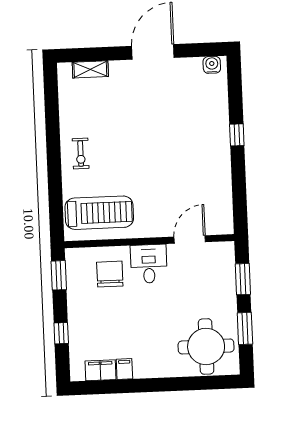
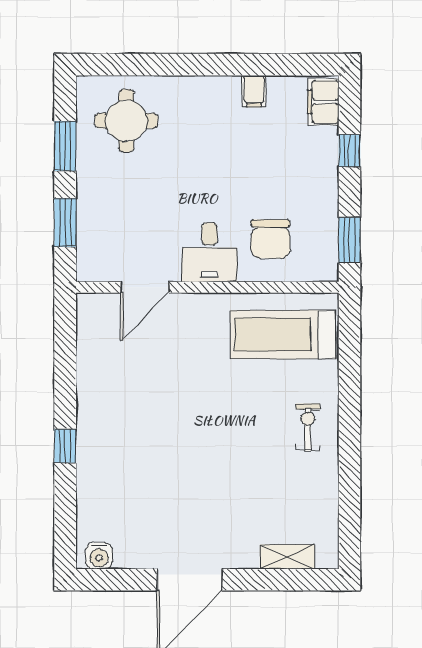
round table: (206, 346) -> (126, 121), width x0.73, depth x0.73
filing cabinet: (100, 370) -> (323, 102), moved, turned 90

